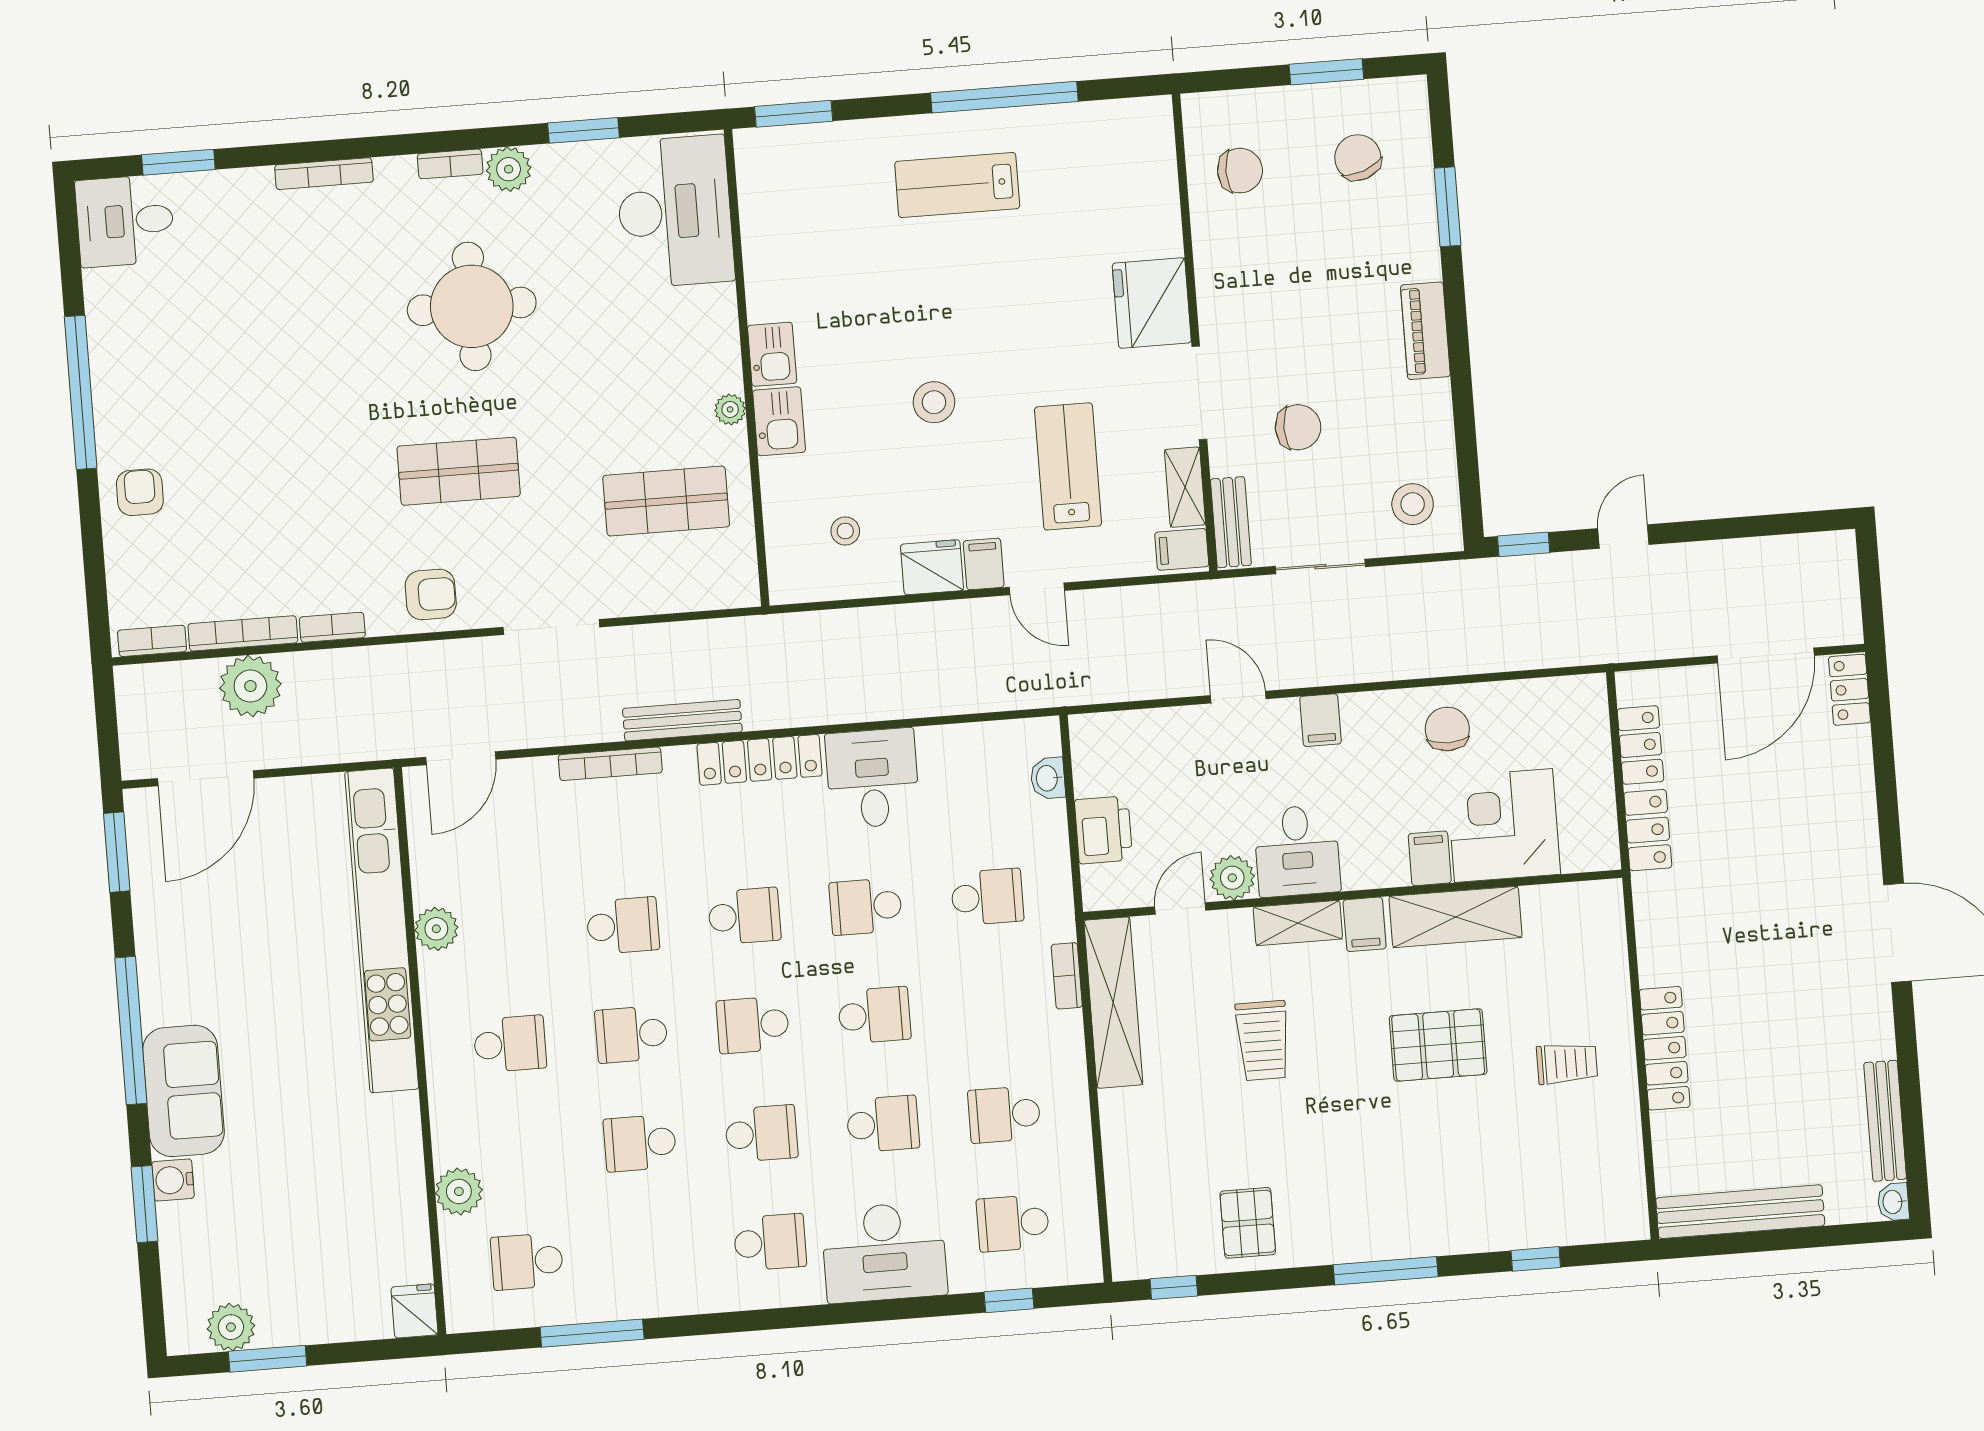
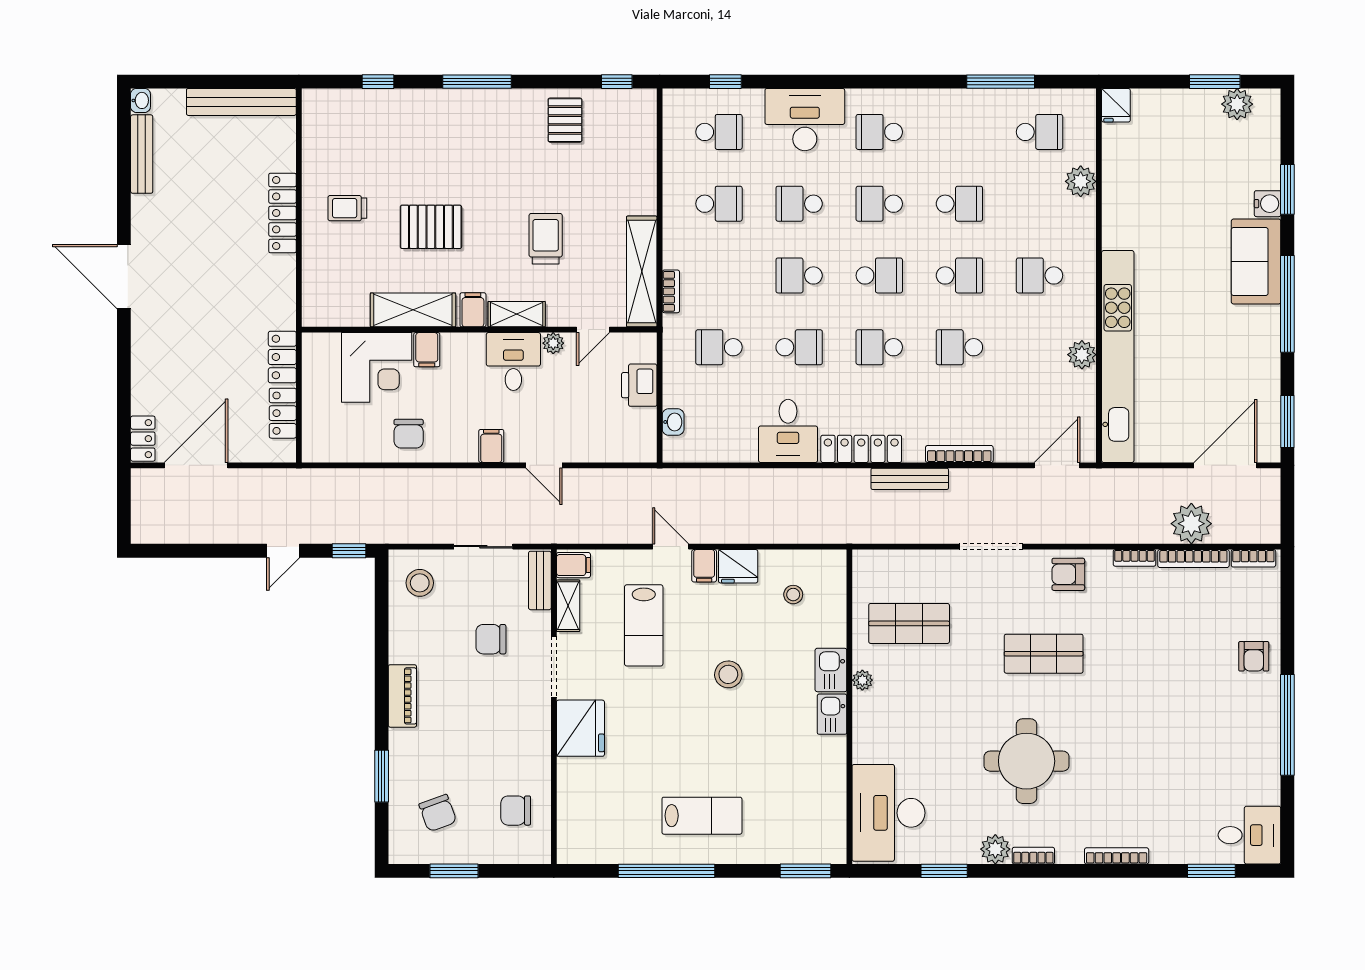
plant: (1232, 878) -> (553, 343), width x0.73, depth x0.73

